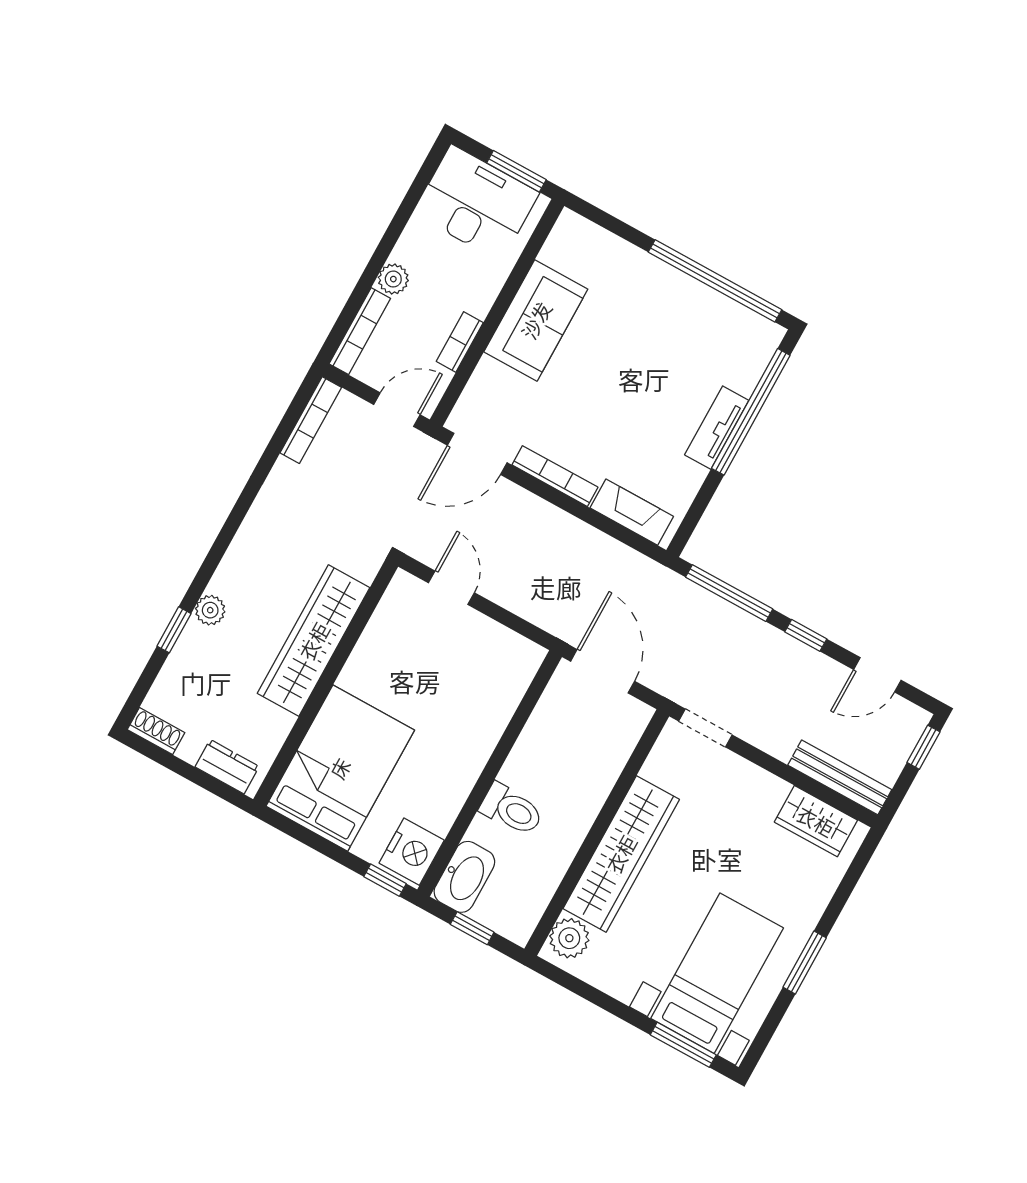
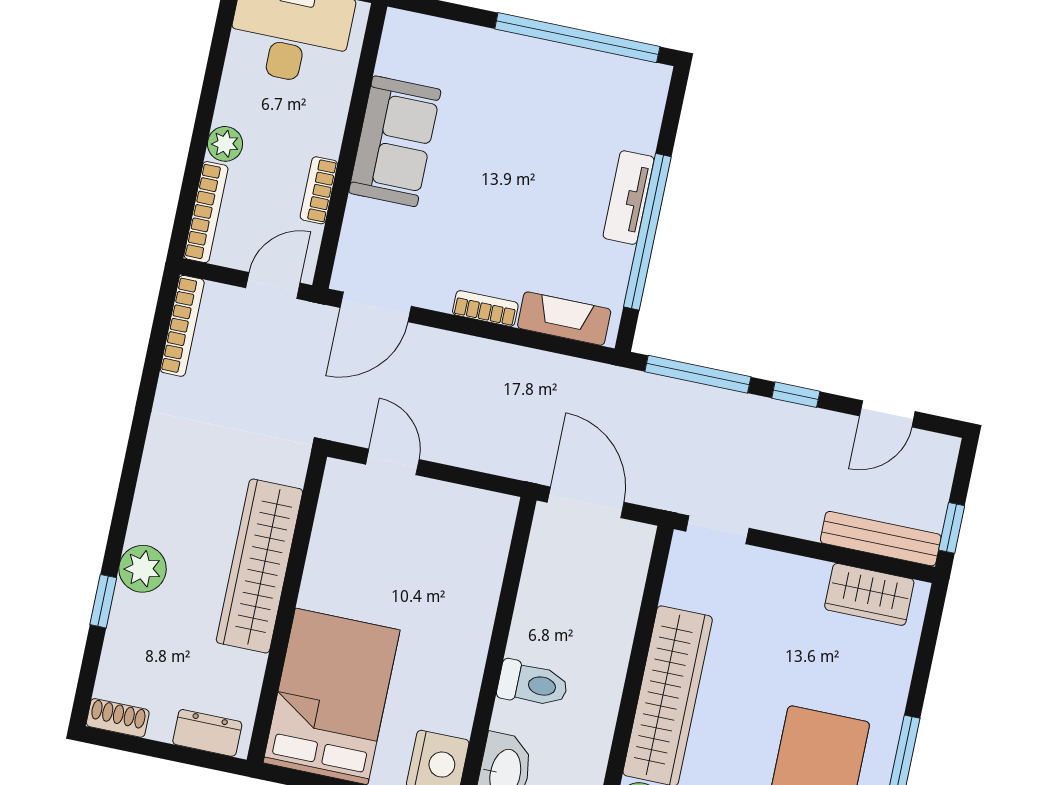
window: (751, 412) -> (647, 232), moved
bookcase: (555, 476) -> (485, 309), width x0.64
plant: (210, 610) -> (142, 569), width x1.38, depth x1.38
window: (924, 747) -> (952, 528), moved

